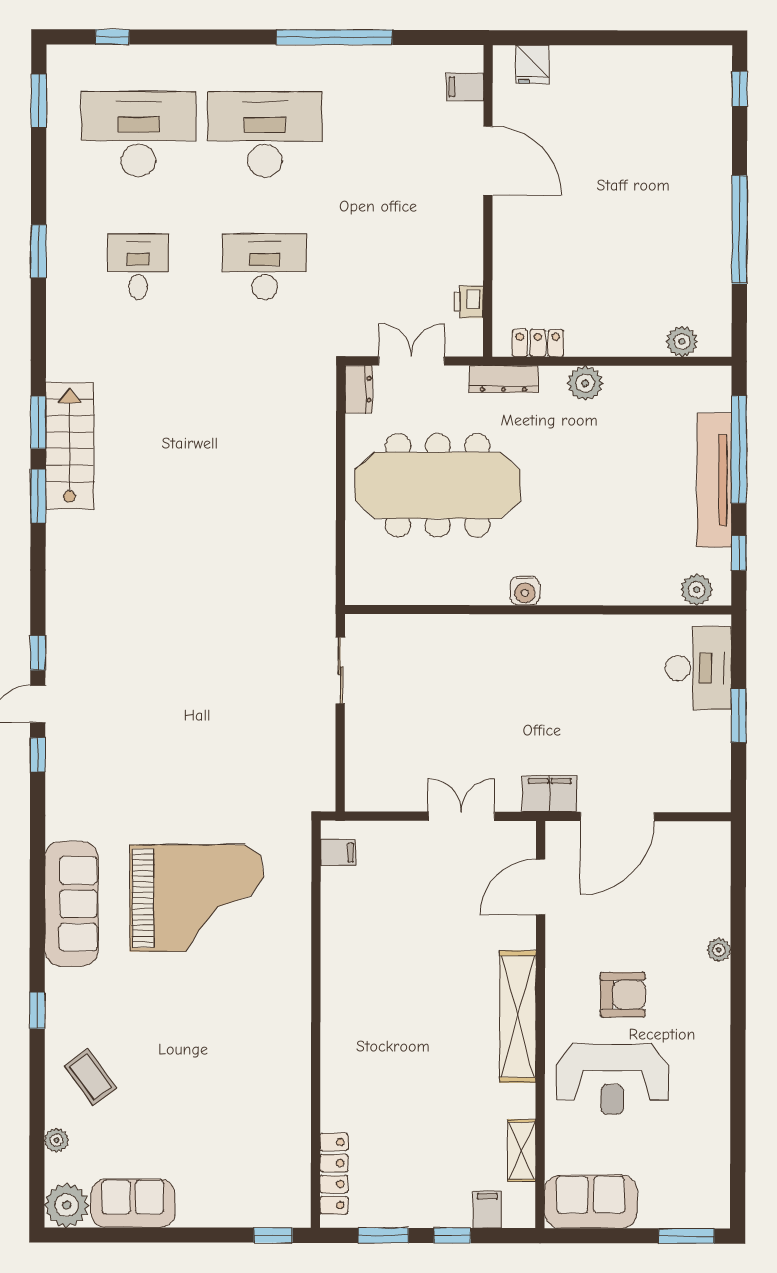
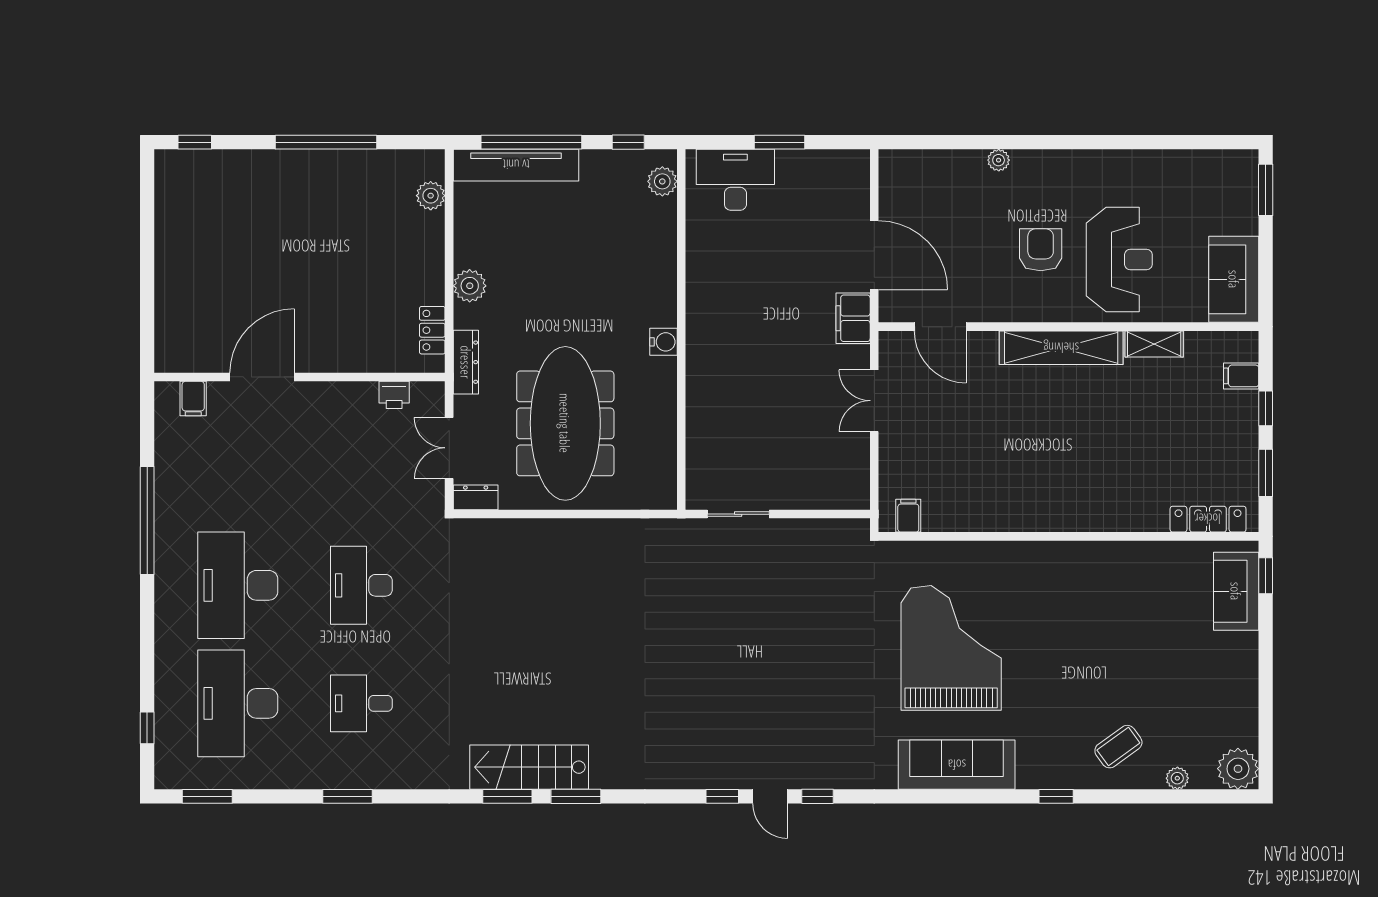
fridge: (532, 65) -> (172, 336), removed
tv unit: (714, 480) -> (516, 165), moved
shelving: (522, 1150) -> (1154, 344), moved
sofa: (133, 1203) -> (1236, 591), moved

